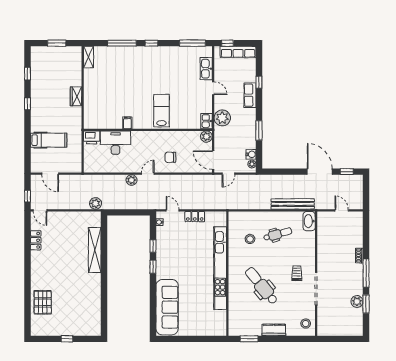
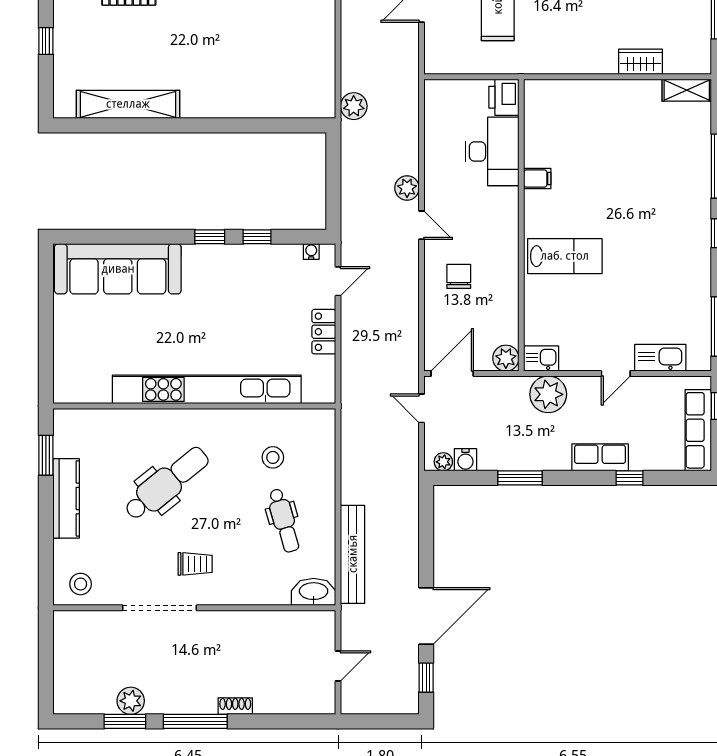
wardrobe: (76, 96) -> (640, 62), moved
shelving: (95, 250) -> (128, 104), moved
kitchen counter: (274, 330) -> (66, 498), width x1.50

